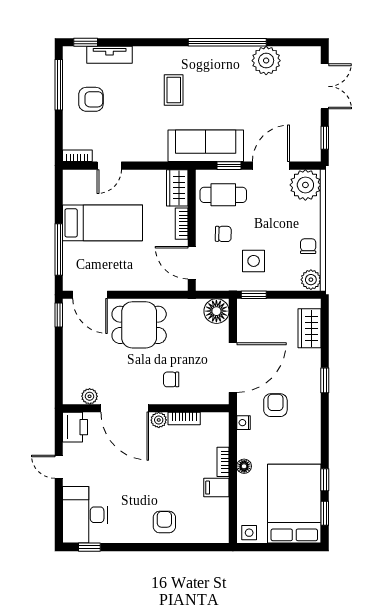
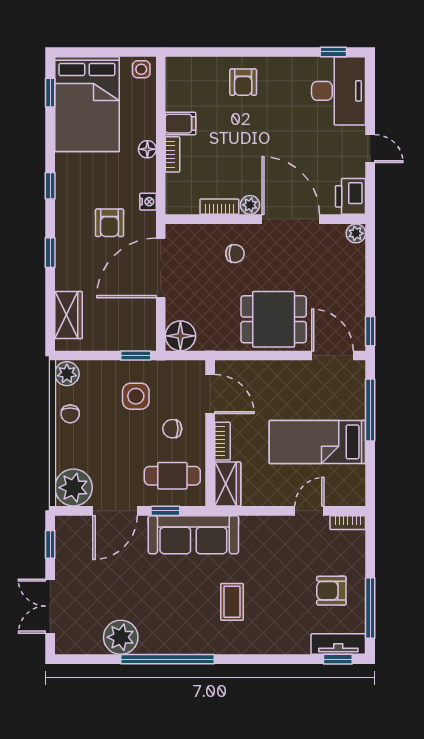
tv unit: (110, 55) -> (338, 644), moved
plant: (90, 396) -> (356, 233), moved
window: (325, 480) -> (50, 186), moved

